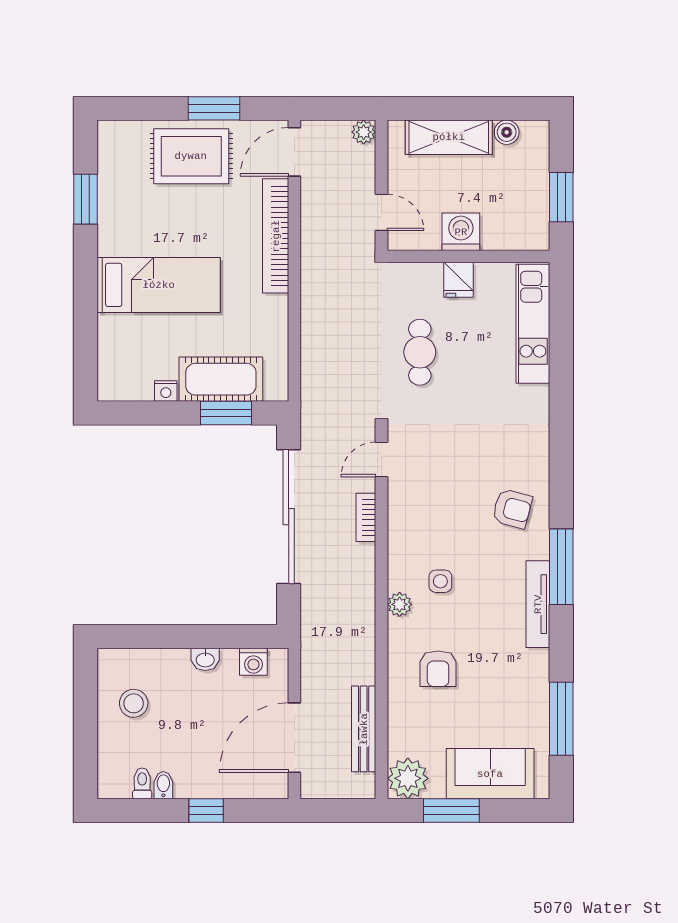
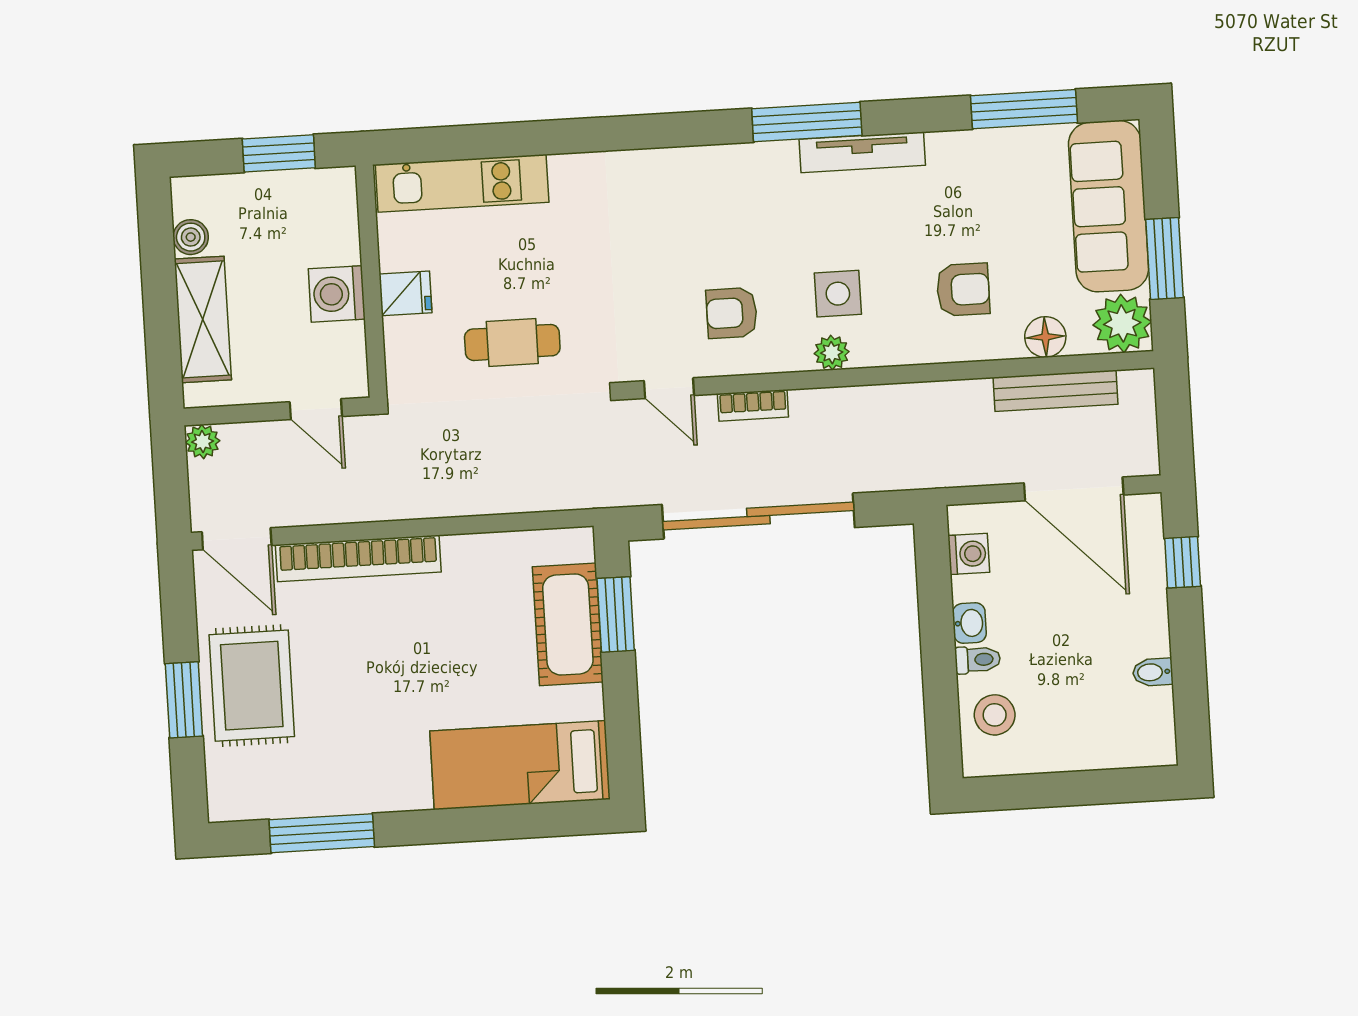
window: (214, 108) -> (184, 700), moved
window: (86, 199) -> (322, 833), width x1.44
door: (381, 212) -> (316, 409), swing flipped
bed: (159, 285) -> (520, 765), moved, turned -90
nightstand: (166, 391) -> (589, 702), removed
armchair: (512, 509) -> (732, 313), moved, turned -105
side table: (440, 581) -> (838, 294), width x1.37, depth x1.37
plant: (400, 604) -> (832, 353), moved
stool: (134, 703) -> (995, 715), moved
floor lamp: (402, 724) -> (1045, 337), added
sofa: (490, 774) -> (1109, 206), width x1.36
toilet: (142, 783) -> (978, 660), moved, turned 180
window: (206, 810) -> (1183, 562), moved

